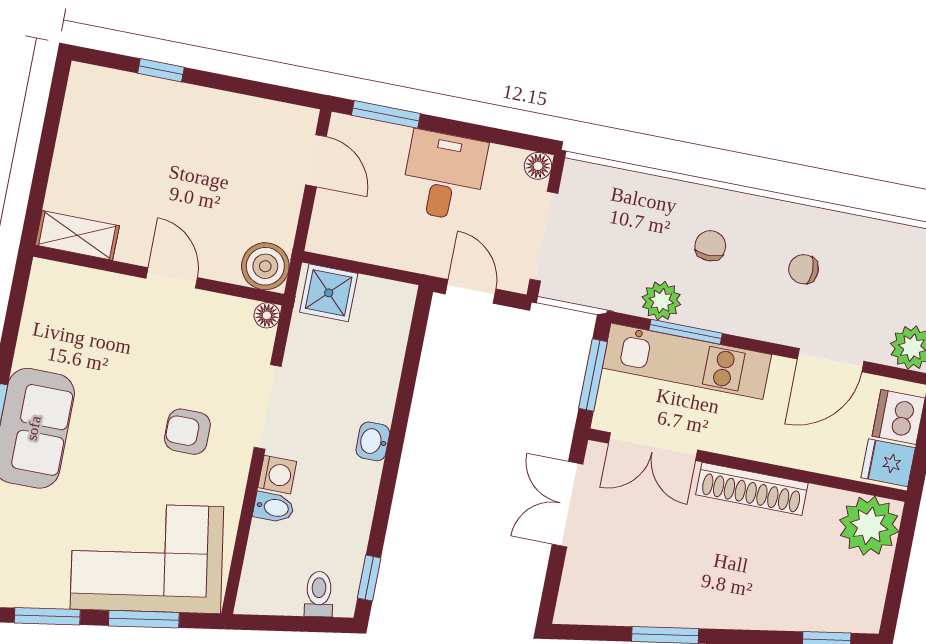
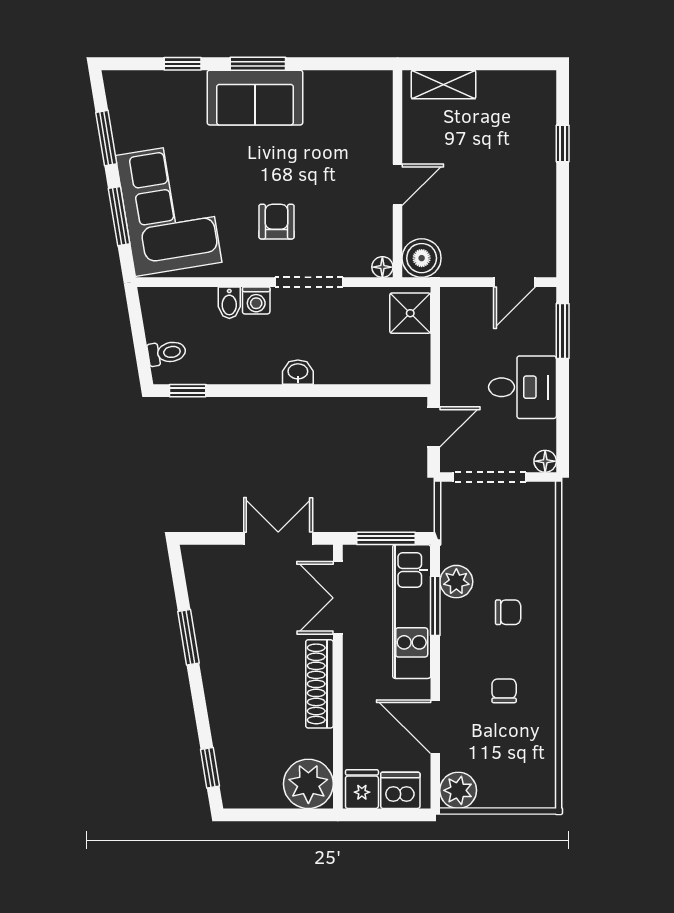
shelving: (77, 235) -> (443, 85), moved, turned 90

